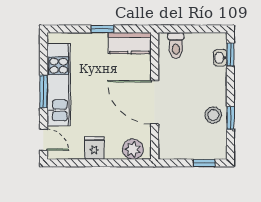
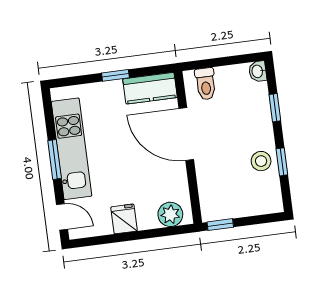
window: (230, 54) -> (275, 108), moved
washbasin: (220, 58) -> (258, 71), moved
door: (155, 102) -> (186, 134), moved
window: (204, 163) -> (220, 225), moved

